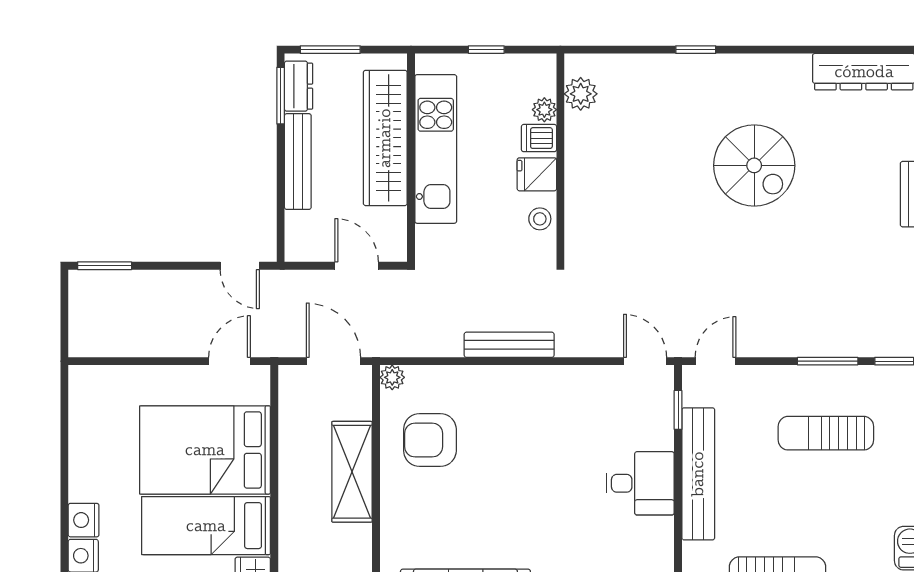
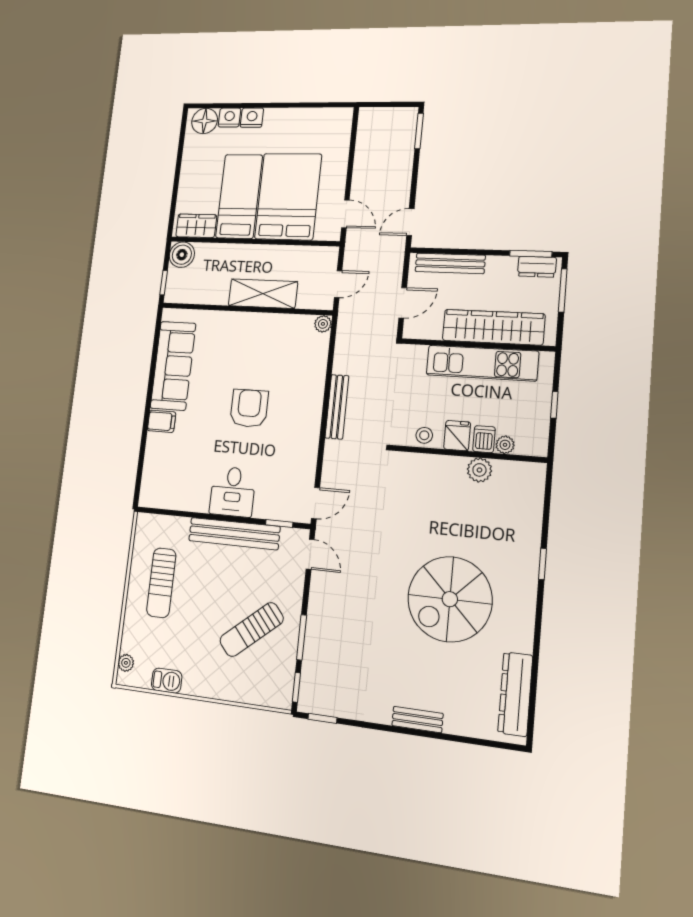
plant: (581, 94) -> (479, 470), moved
bench: (298, 162) -> (450, 263), moved
spiral stairs: (754, 165) -> (450, 599), width x1.37, depth x1.37
door: (333, 361) -> (338, 284), width x0.73
sun lounger: (826, 433) -> (252, 630), turned -130
armchair: (430, 440) -> (249, 408), moved

